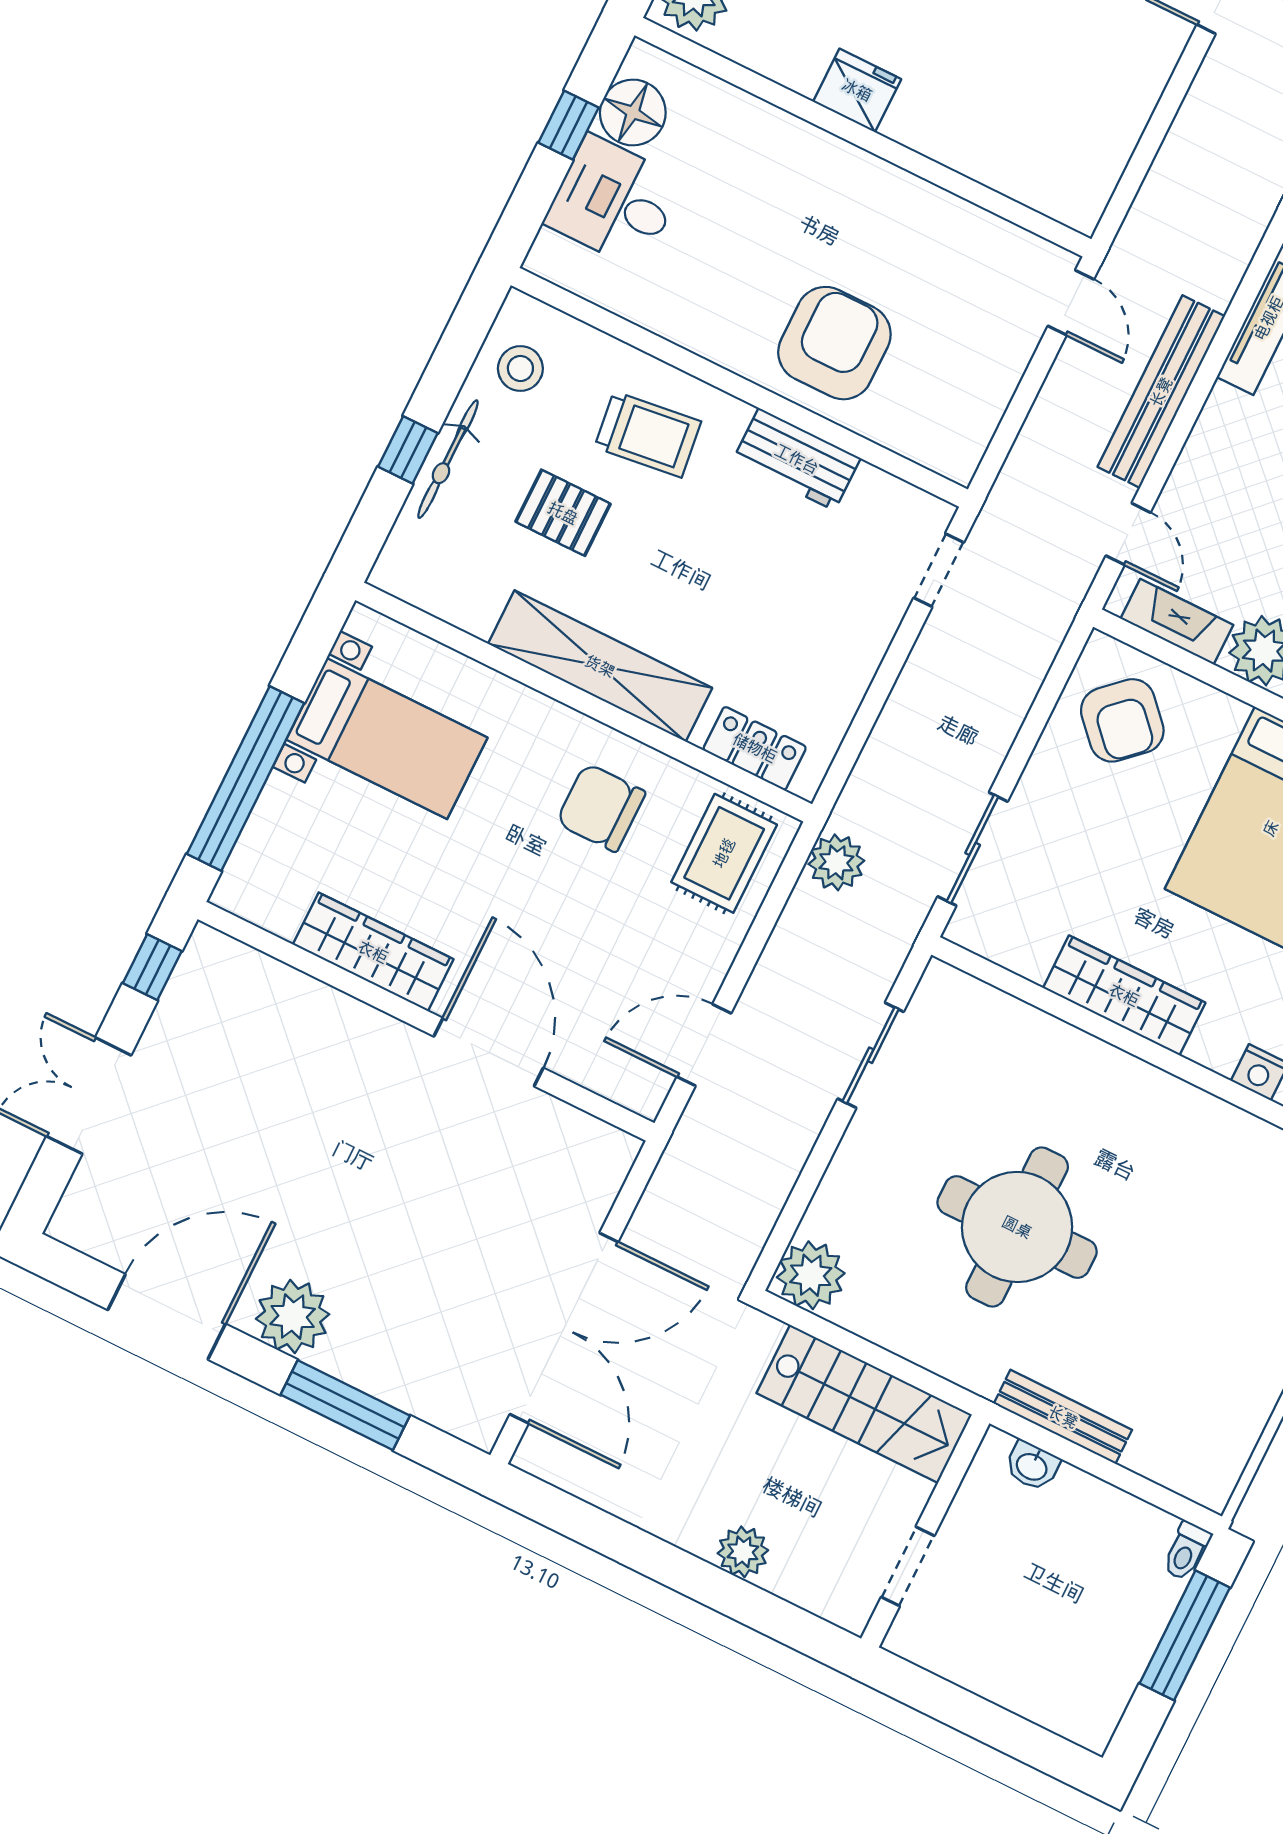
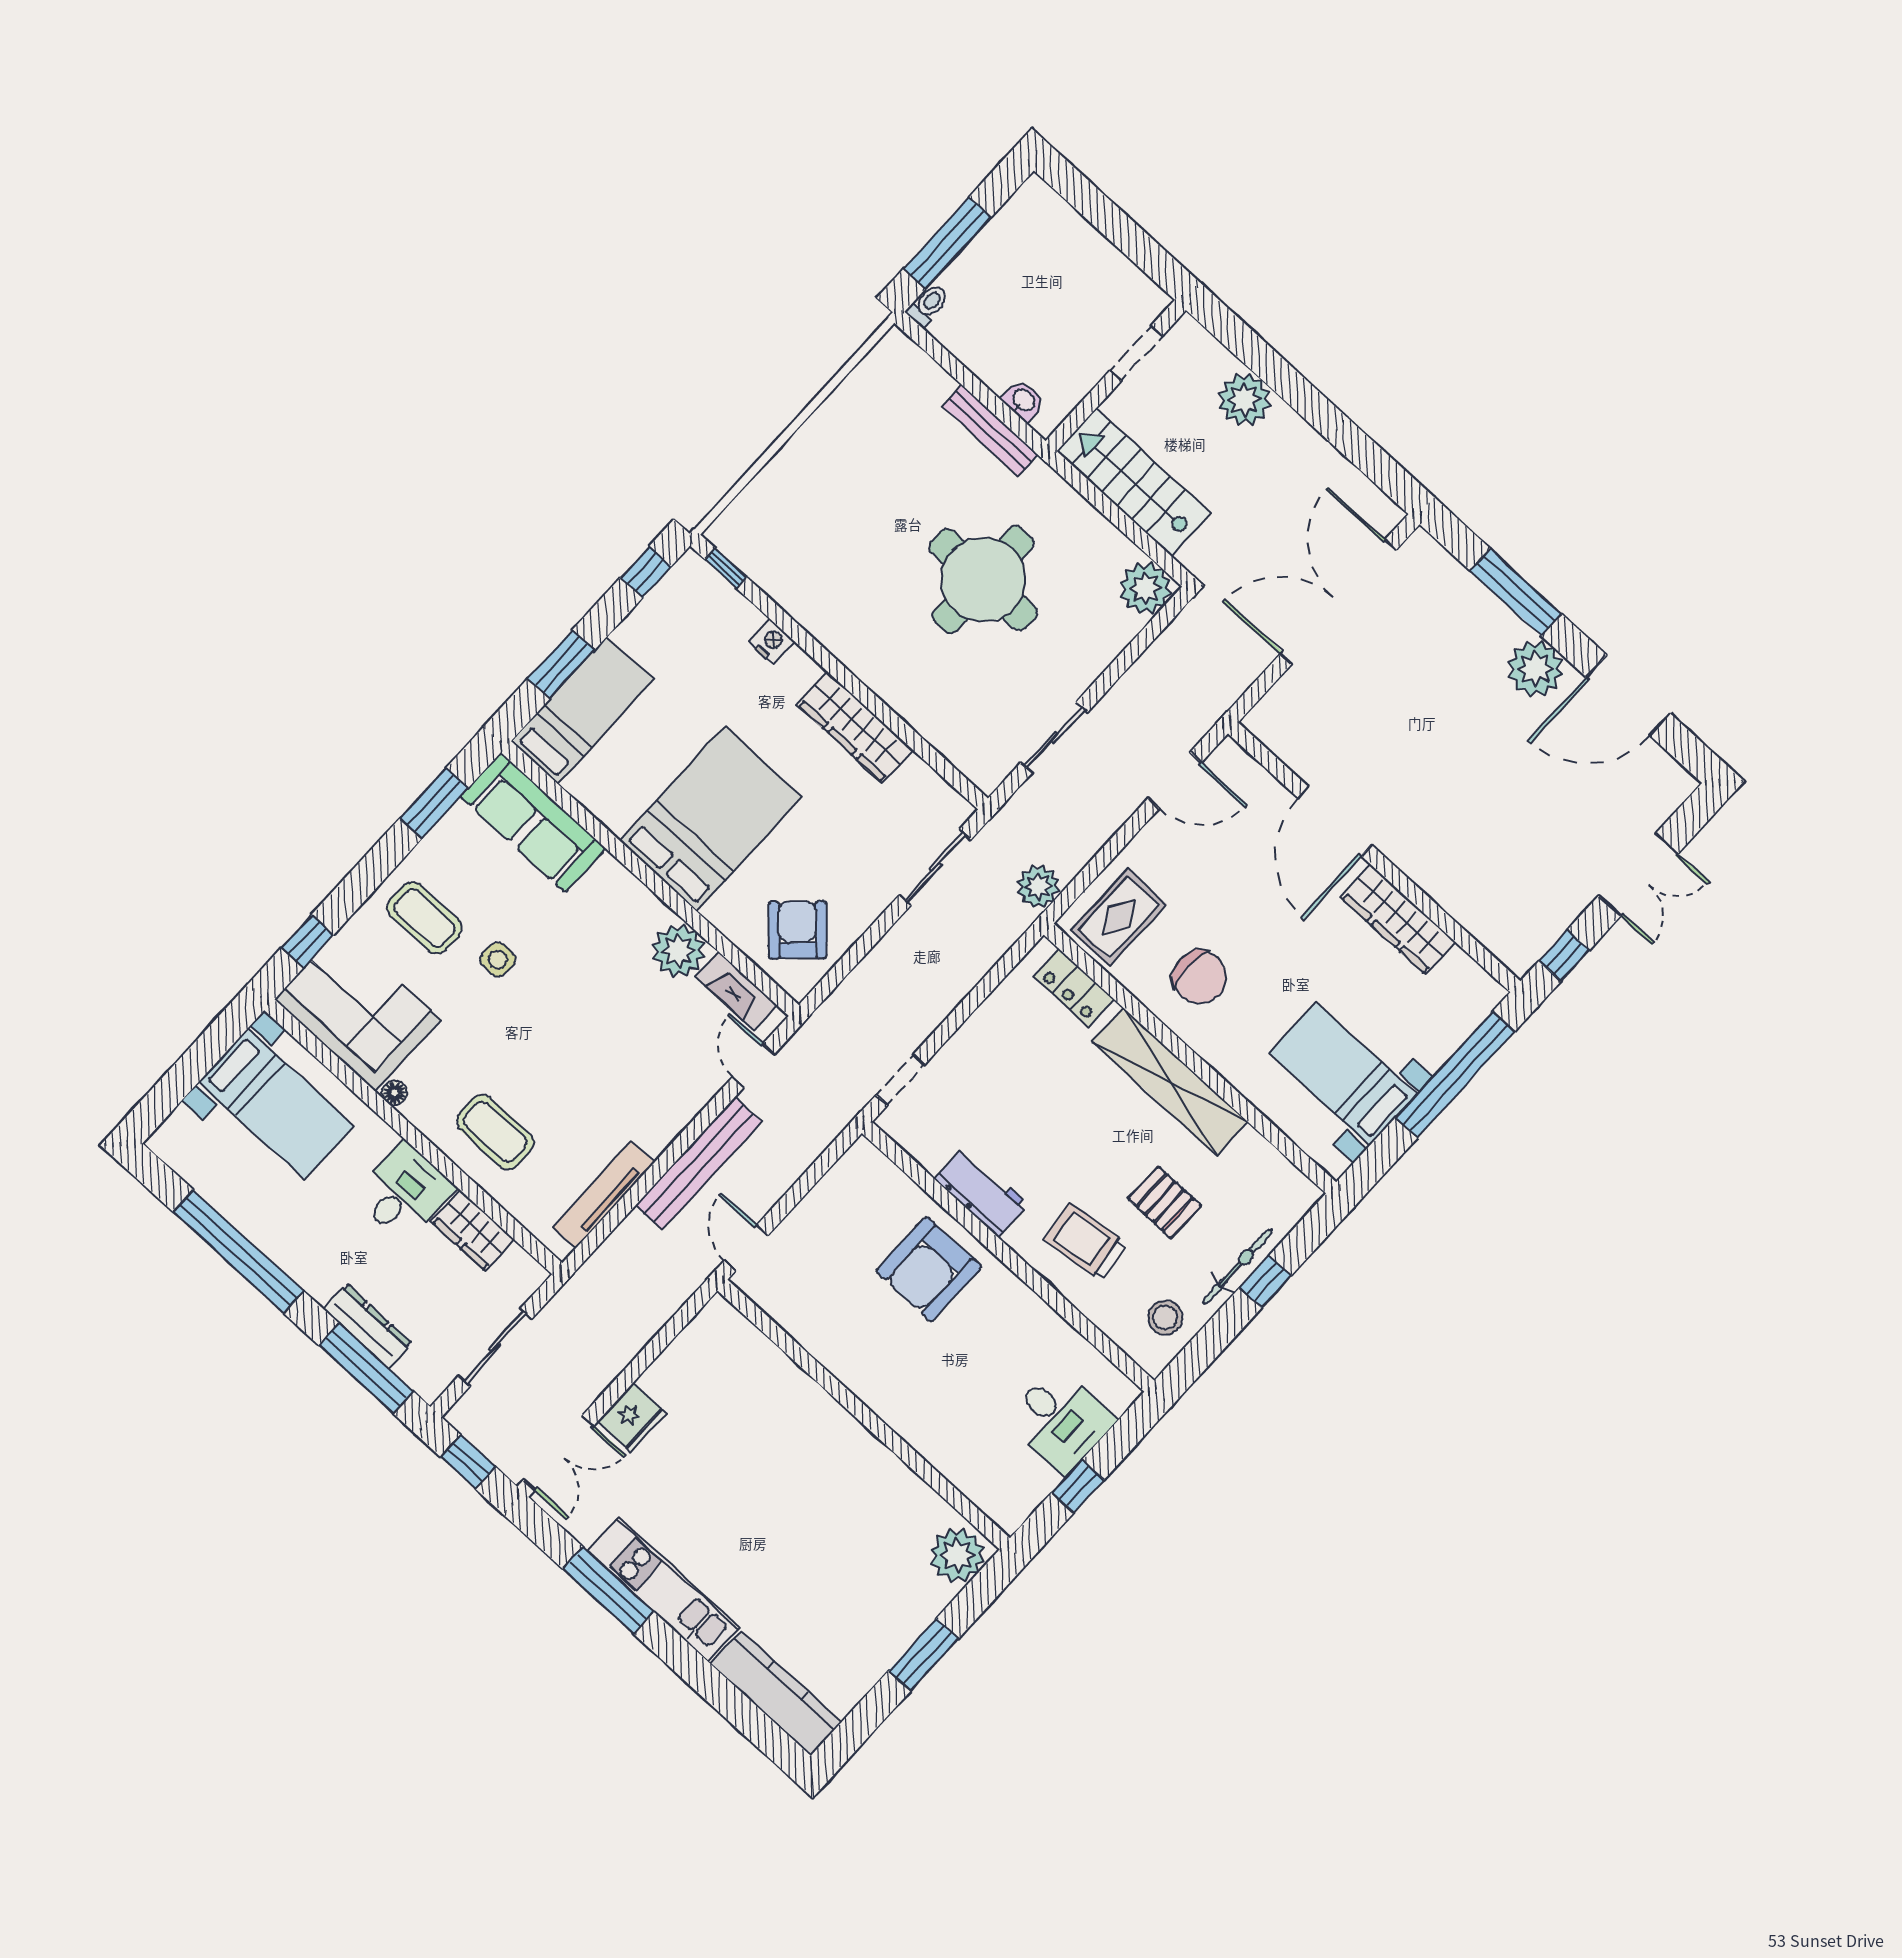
fridge: (857, 90) -> (632, 1417), moved, turned -90
floor lamp: (633, 112) -> (1028, 1482), removed
plant: (743, 1552) -> (1244, 400), width x1.36, depth x1.36

